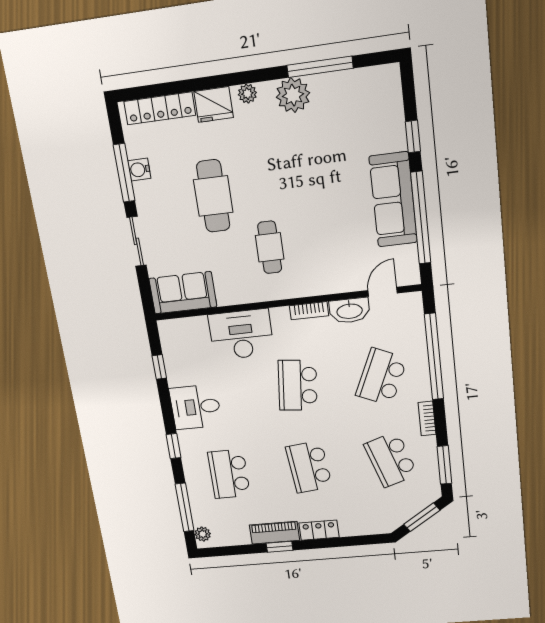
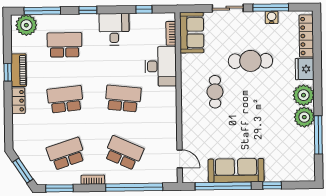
plant: (247, 94) -> (304, 95), width x1.88, depth x1.88
cafe table: (270, 247) -> (215, 92), turned 90
bookcase: (309, 311) -> (171, 33), moved
washbasin: (349, 311) -> (170, 137), removed
plant: (203, 534) -> (26, 25), width x1.88, depth x1.88

